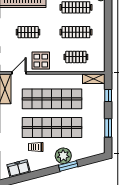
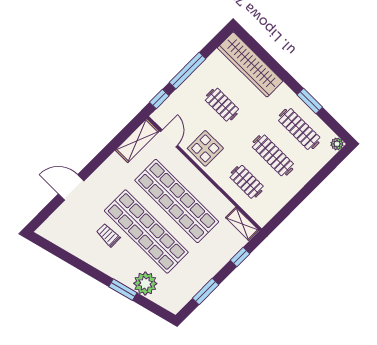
door: (19, 73) -> (169, 138), hinge flipped
plant: (63, 156) -> (145, 283), moved
freezer: (19, 169) -> (67, 240), removed

